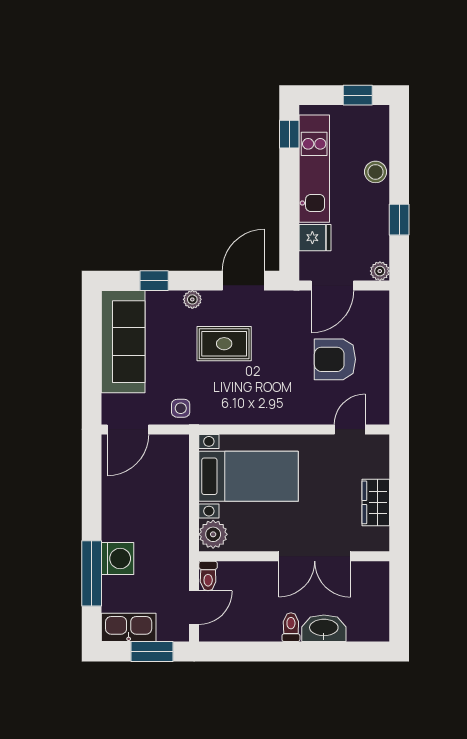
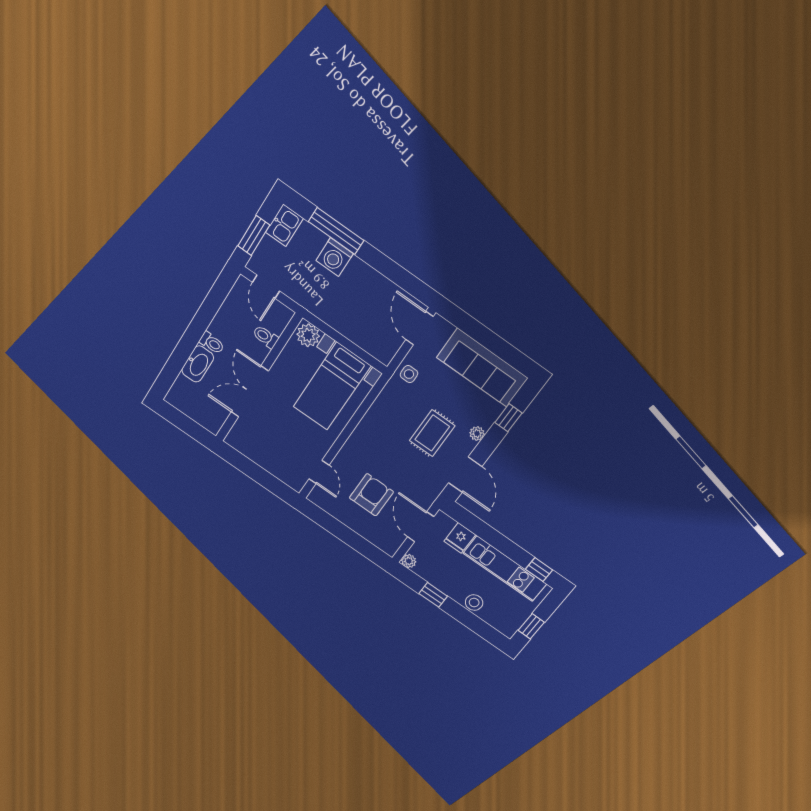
wardrobe: (376, 502) -> (260, 455), removed
toilet: (208, 576) -> (266, 337), moved
kitchen sink: (129, 627) -> (284, 225), width x0.73

